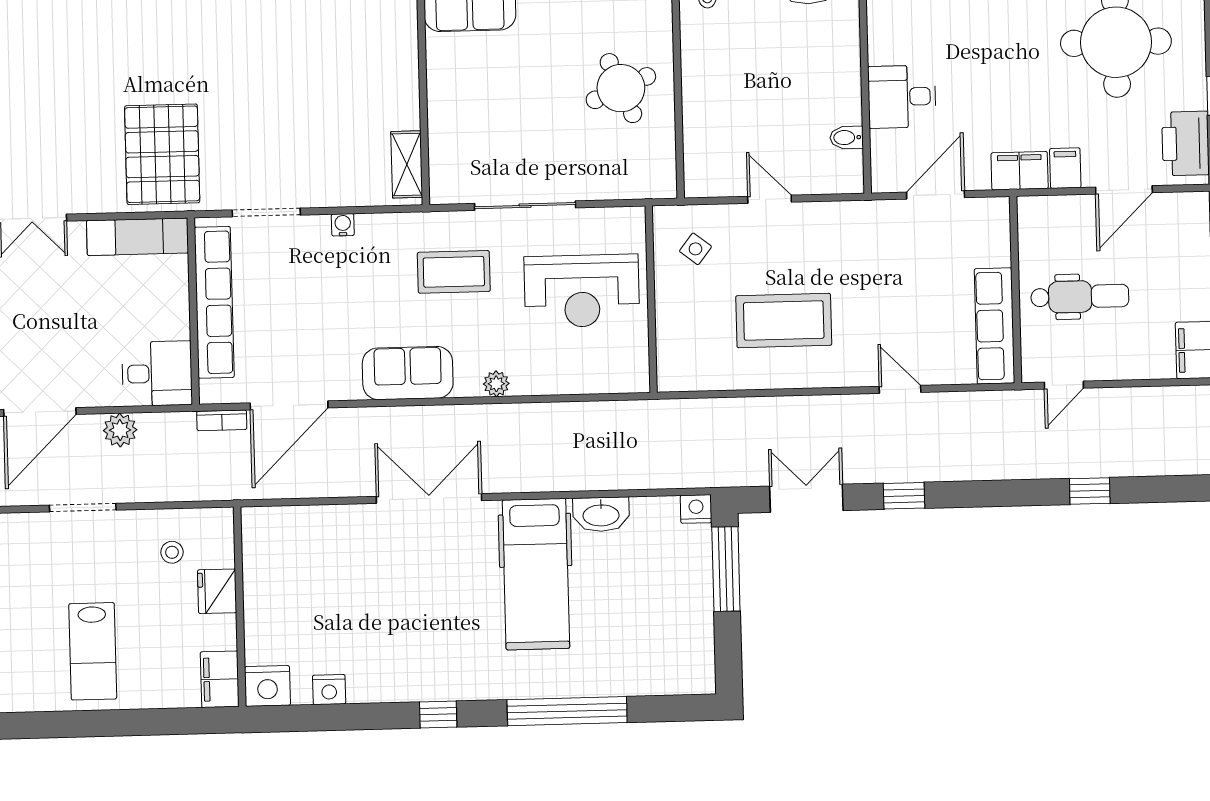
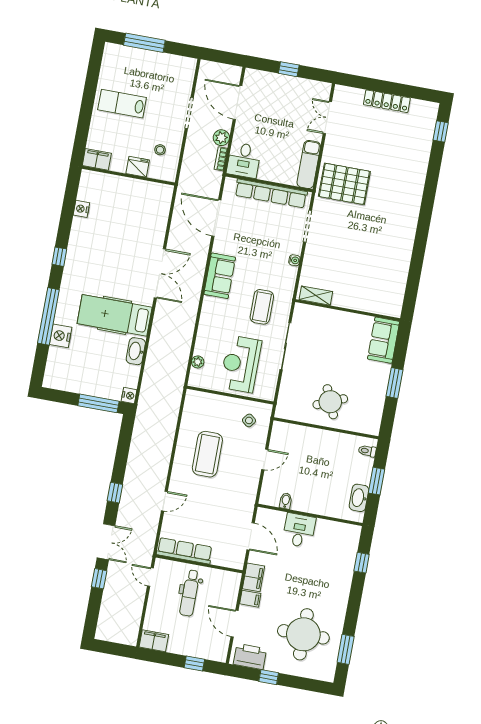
plant: (496, 384) -> (198, 362), moved
bookcase: (222, 420) -> (221, 159), moved
double door: (806, 498) -> (106, 542), moved
nightstand: (267, 686) -> (61, 336), moved

